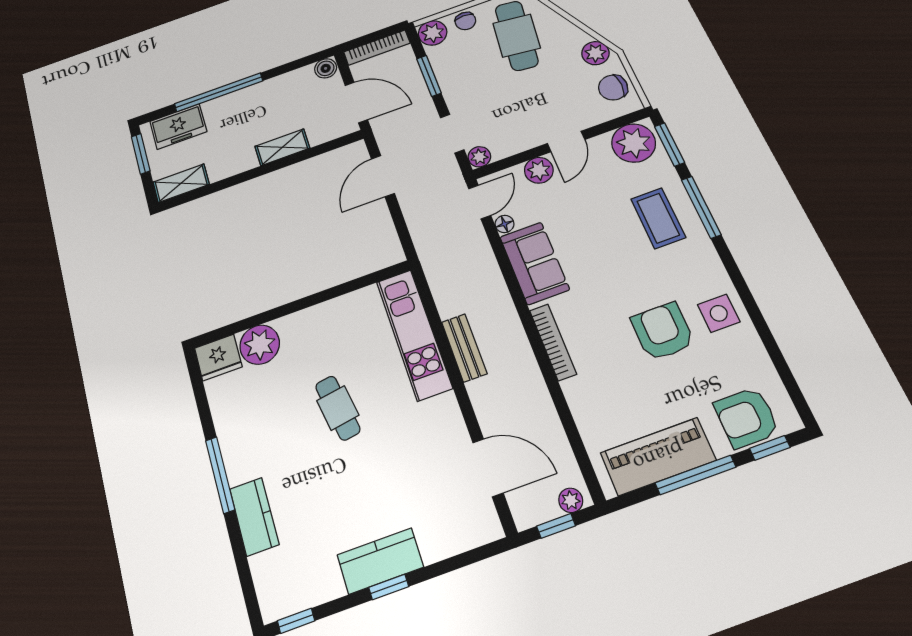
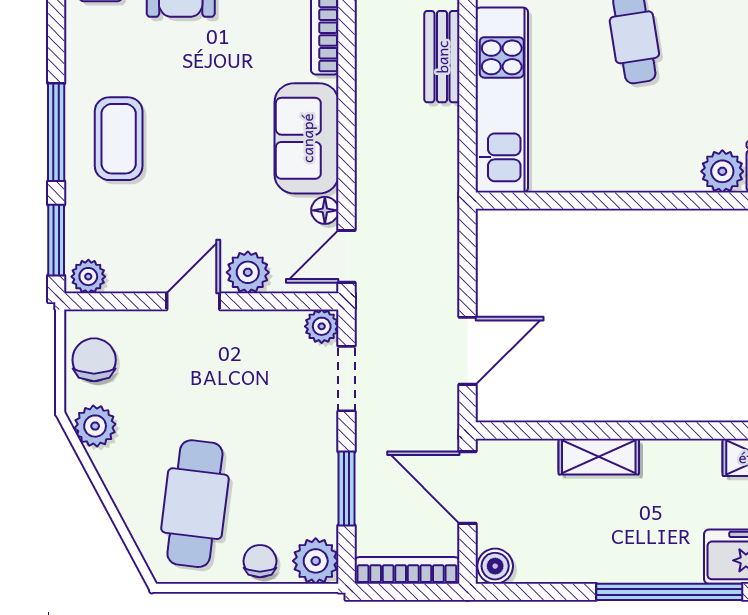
chair: (613, 88) -> (94, 360), turned -90
plant: (634, 143) -> (88, 277), width x0.53, depth x0.53
plant: (260, 345) -> (722, 171), width x0.73, depth x0.73

